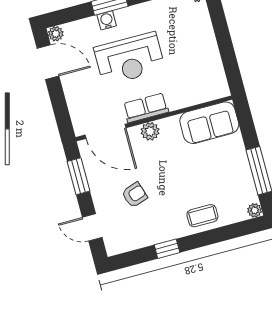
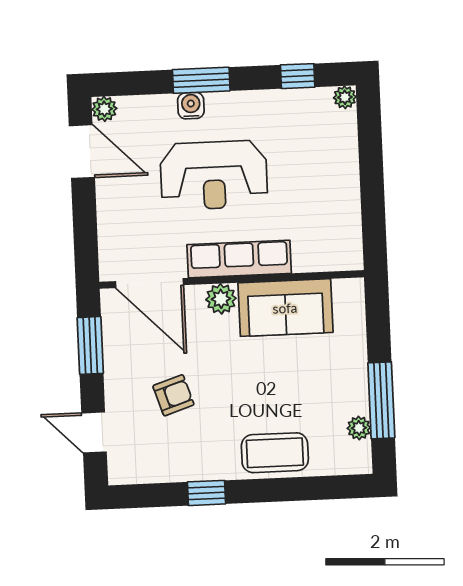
row of seats: (146, 108) -> (239, 259), width x1.48
sofa: (209, 123) -> (285, 308), moved
plant: (255, 210) -> (359, 428), moved
coffee table: (202, 216) -> (275, 453), width x1.36, depth x1.30

